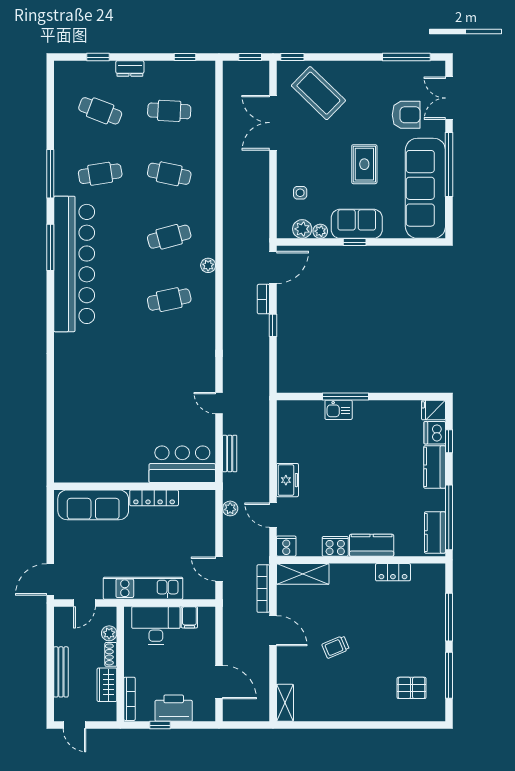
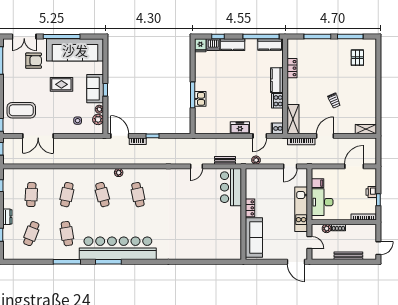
coffee table: (318, 93) -> (21, 110), turned 46
armchair: (406, 115) -> (34, 61), turned 90
locker: (154, 498) -> (250, 208), width x0.66
wardrobe: (107, 685) -> (356, 230), removed
printer: (174, 708) -> (371, 192), width x0.53, depth x0.68

